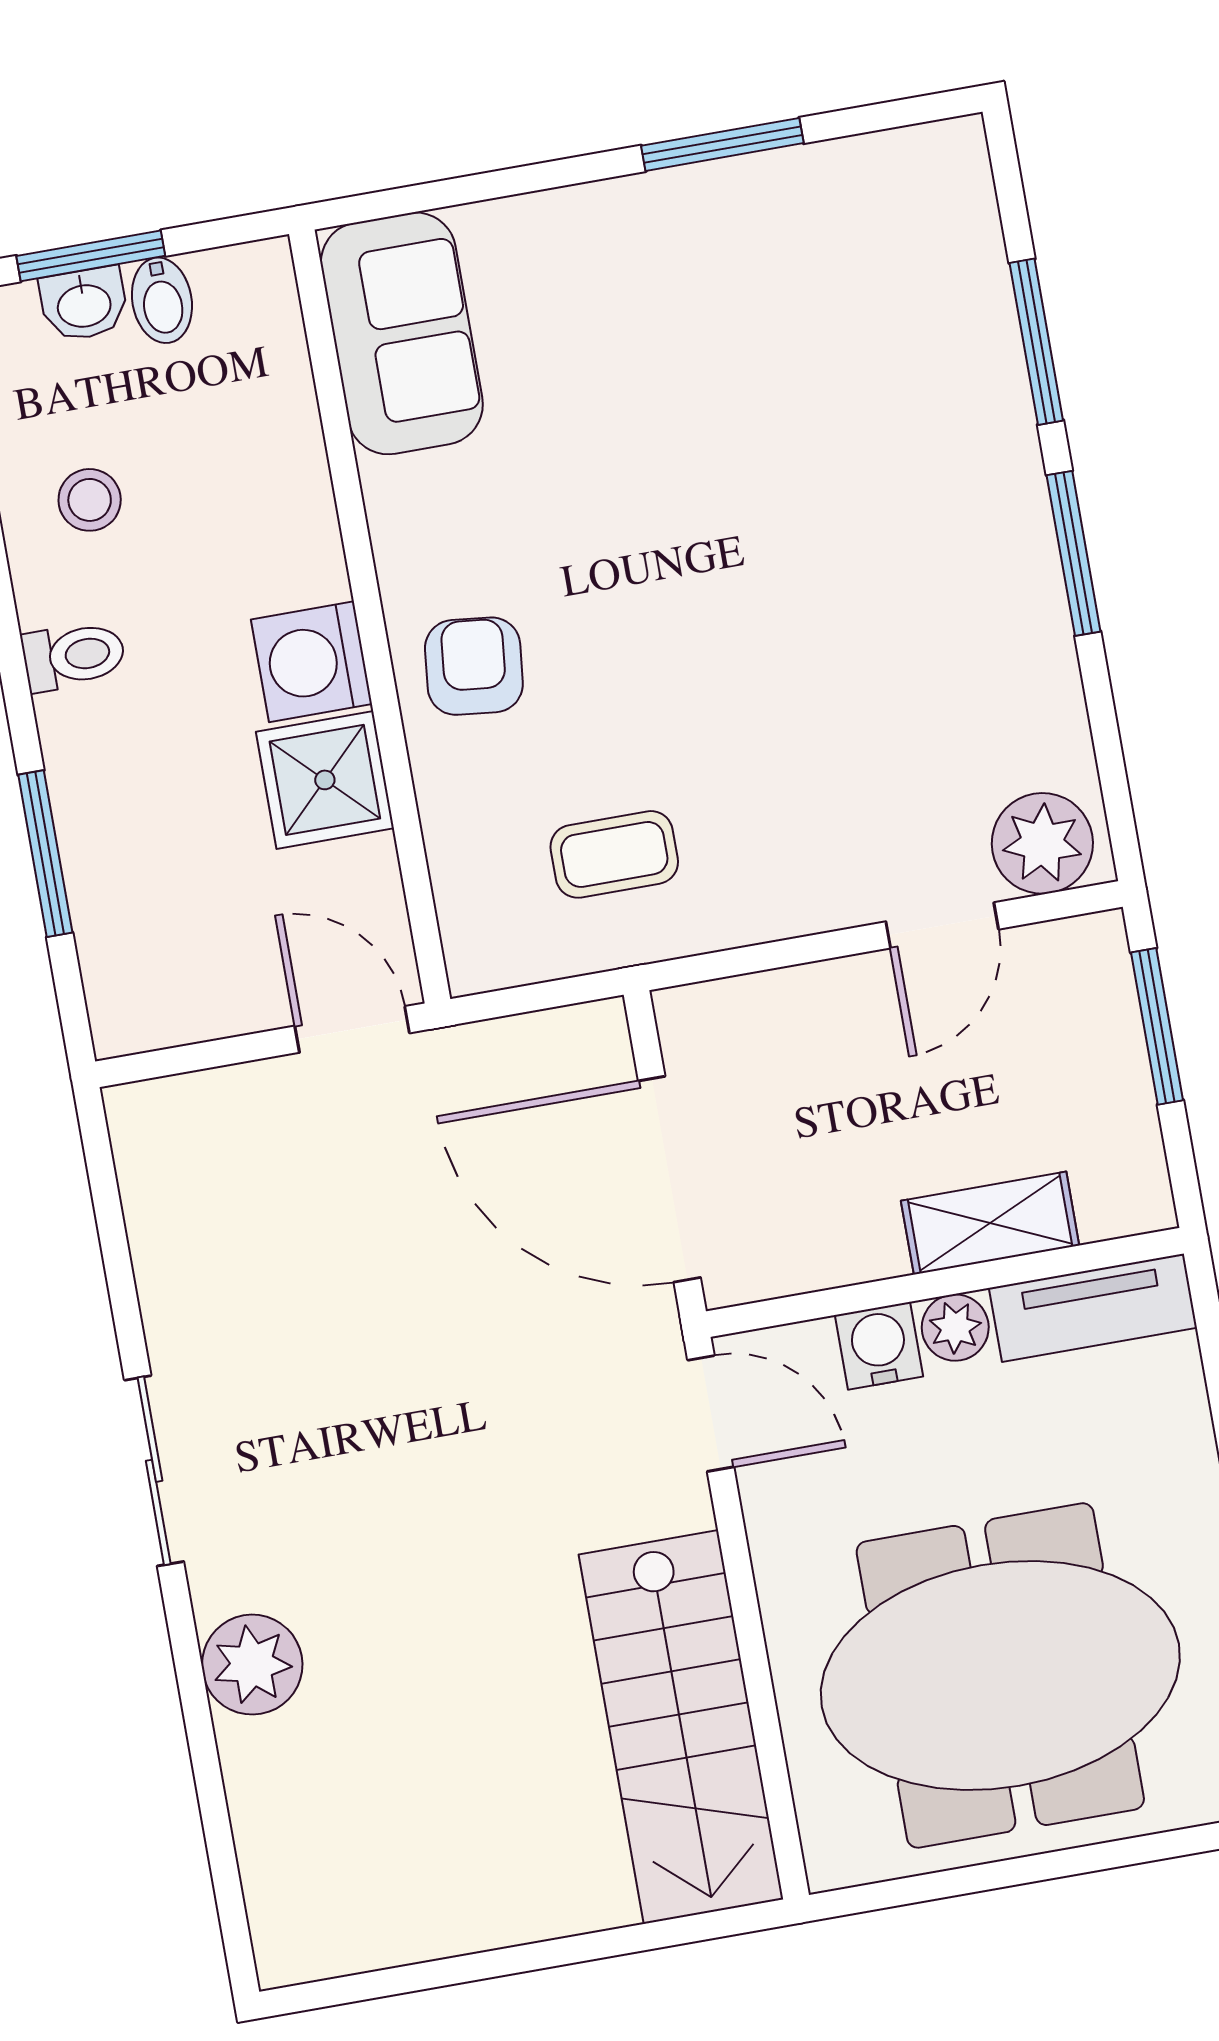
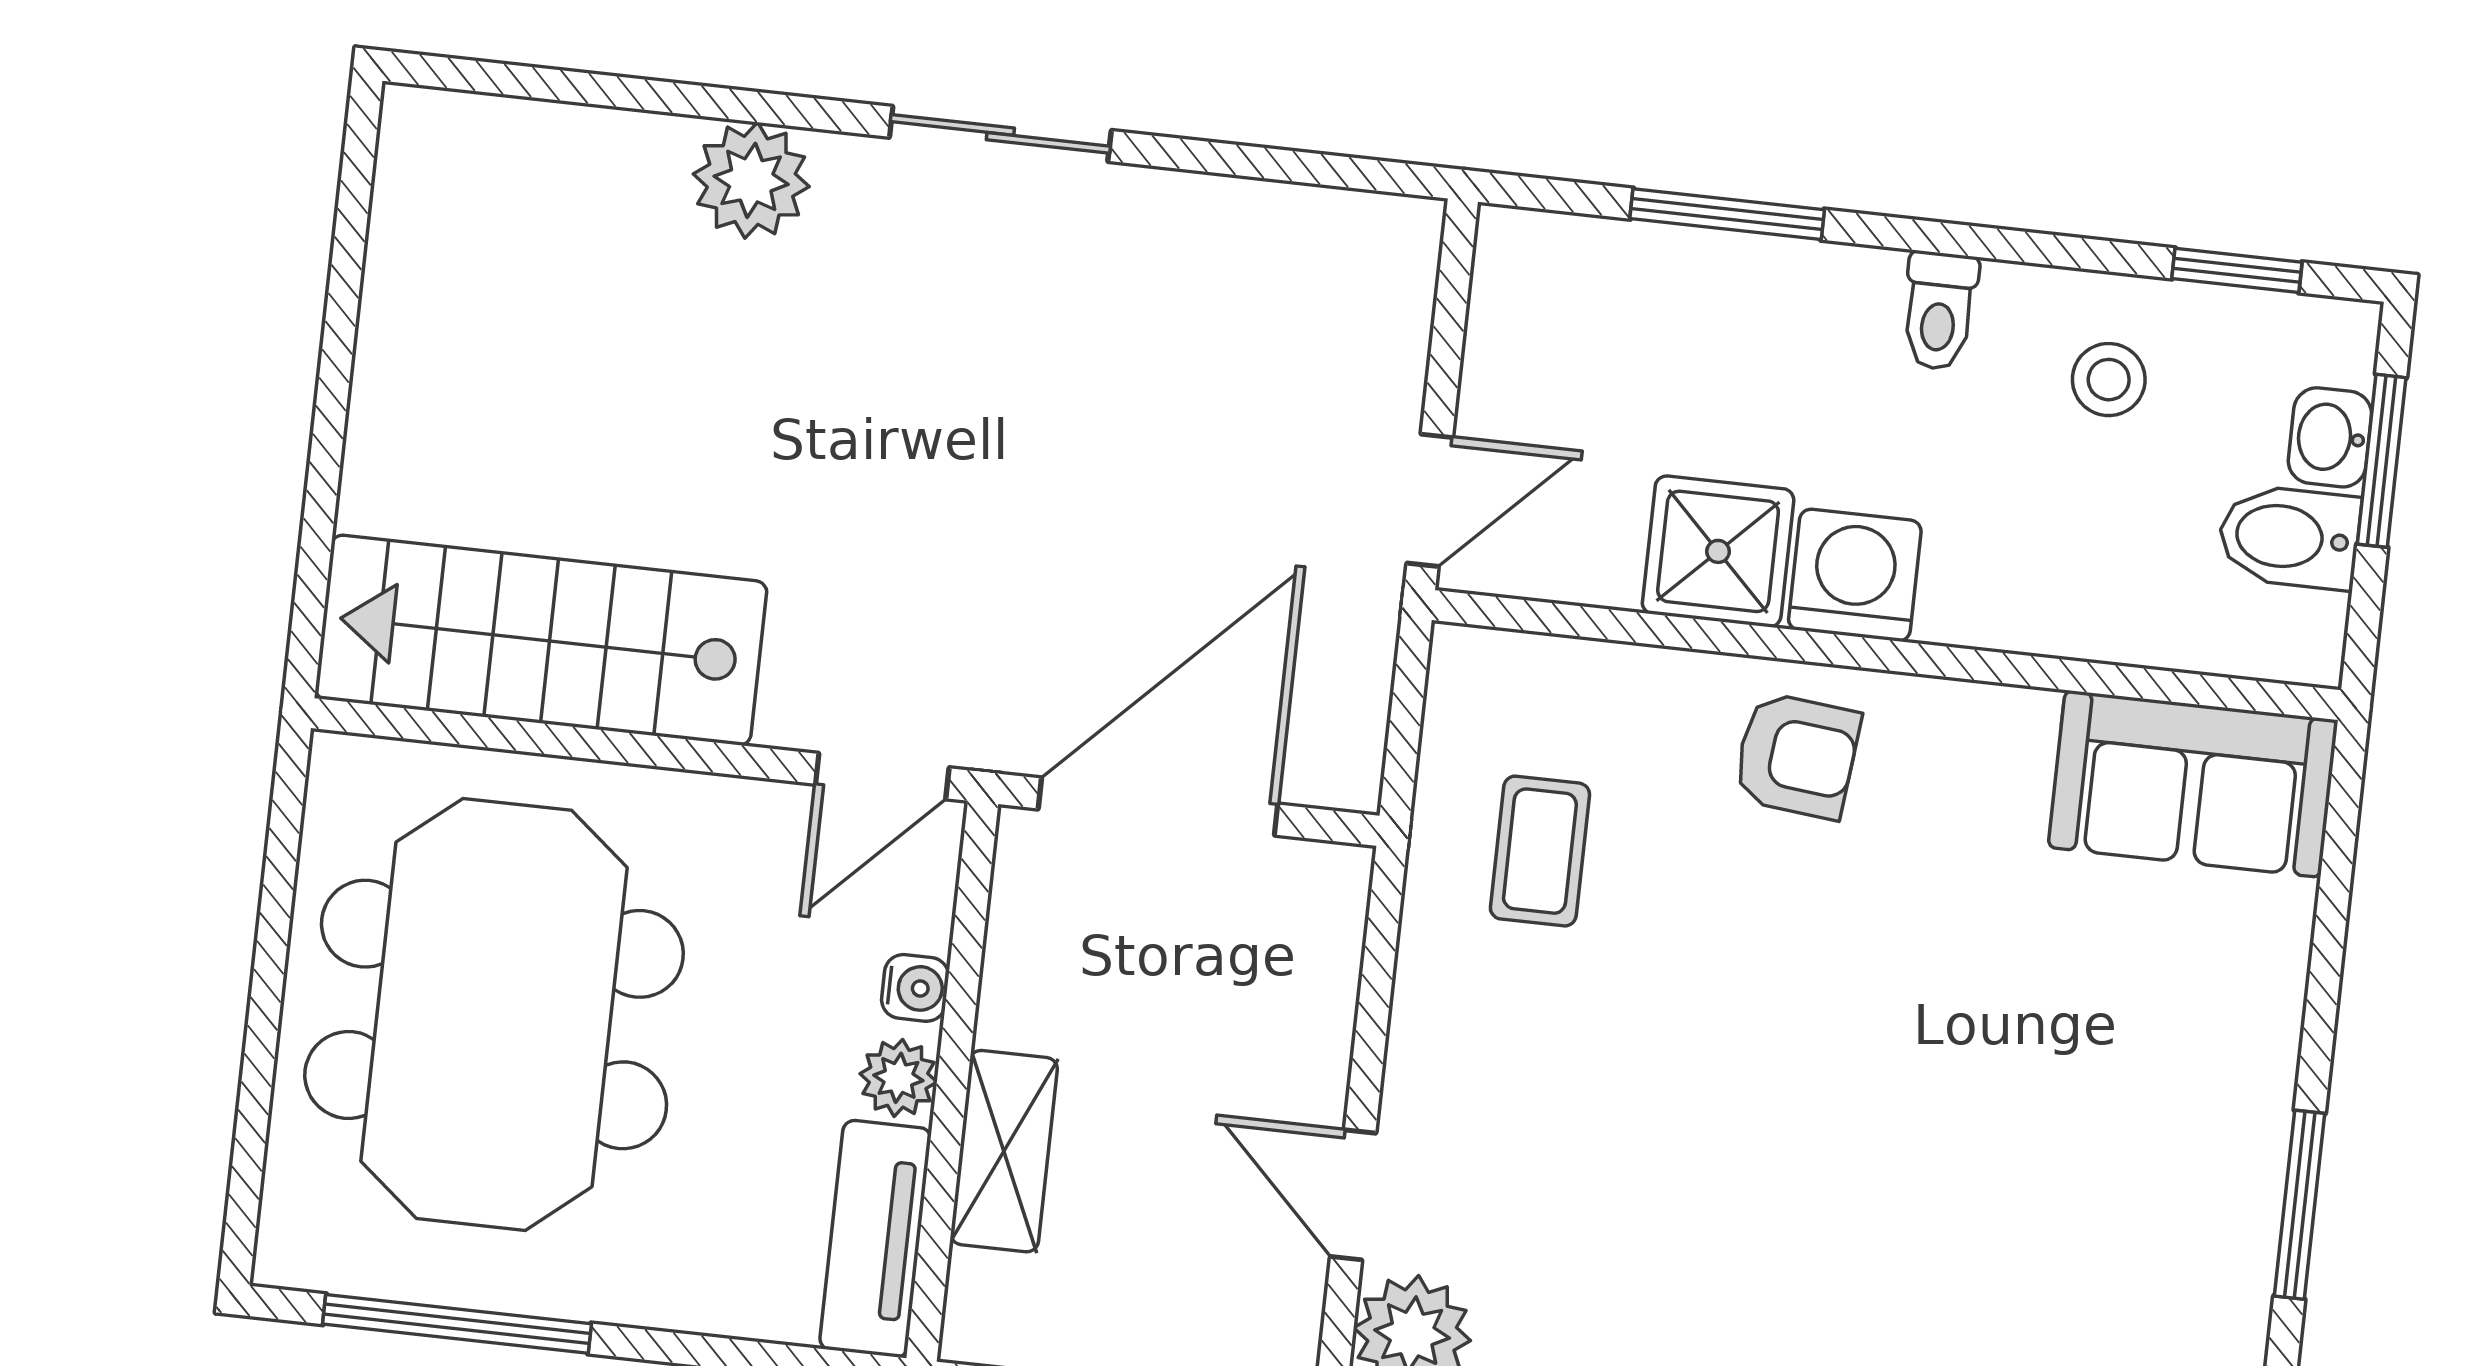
bidet: (162, 300) -> (2289, 537), width x1.38, depth x1.36
water cooler: (879, 1346) -> (915, 988), width x0.72, depth x0.72

